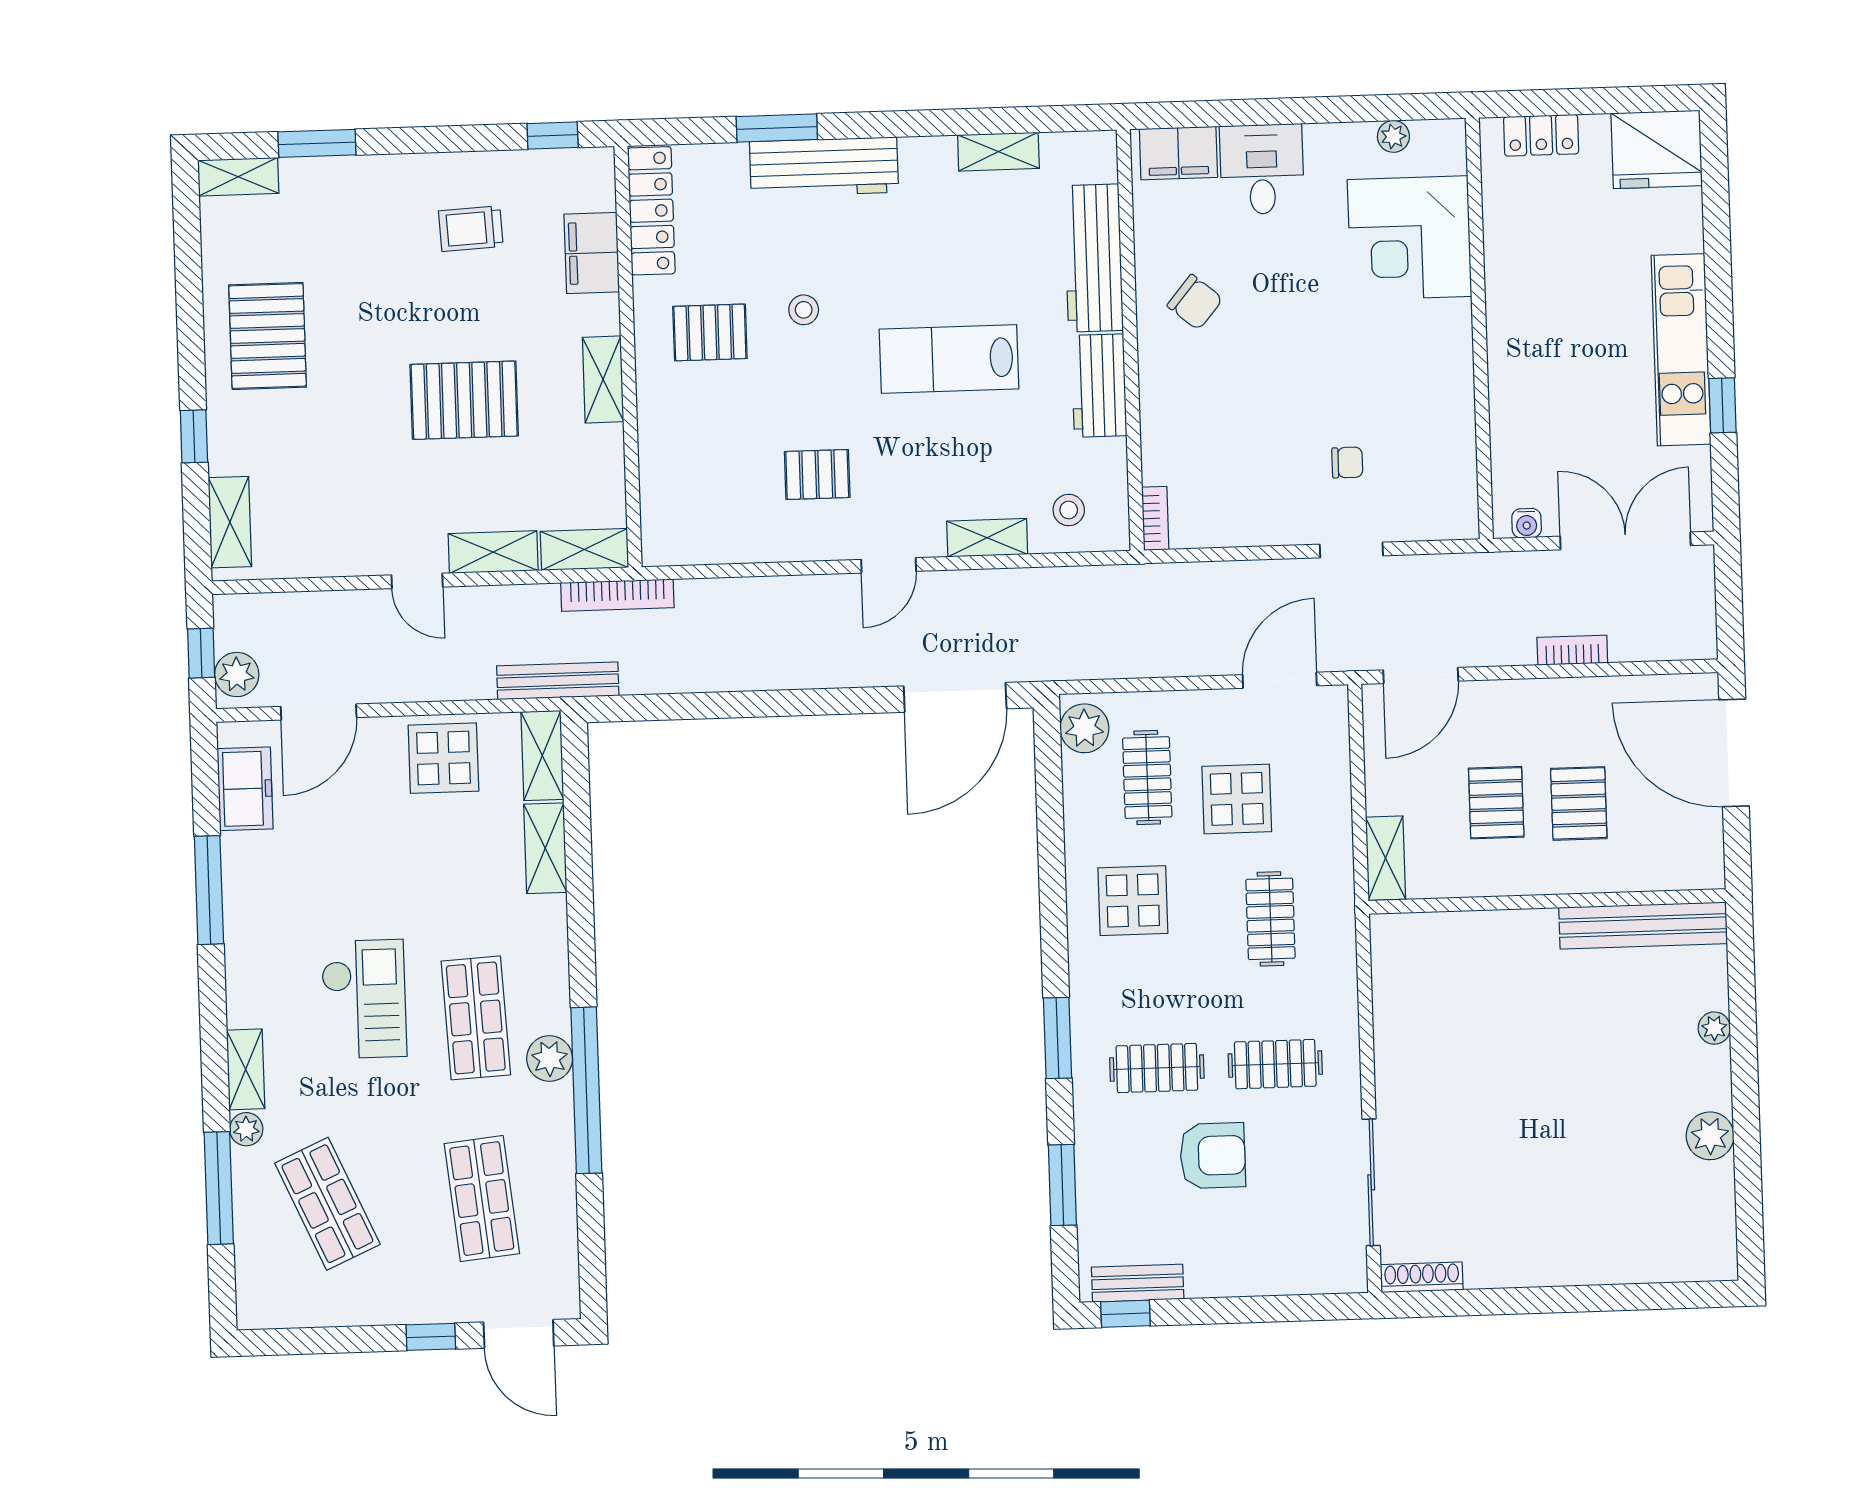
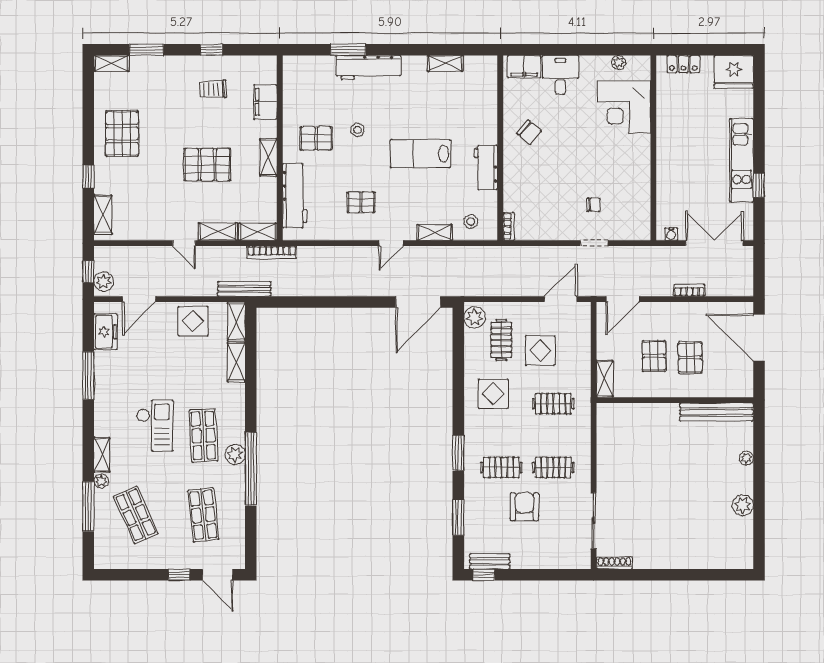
window: (553, 135) -> (211, 50), moved
locker: (651, 211) -> (292, 84), removed
workbench: (1094, 258) -> (295, 196), moved, turned 180
clothes rail: (1270, 919) -> (553, 404), turned 90
armchair: (1213, 1156) -> (524, 507), turned -90

